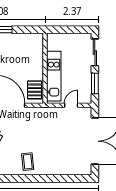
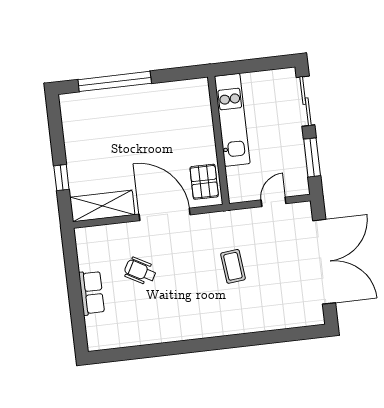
kitchen unit: (54, 76) -> (232, 120), moved
coffee table: (28, 162) -> (233, 266), moved

